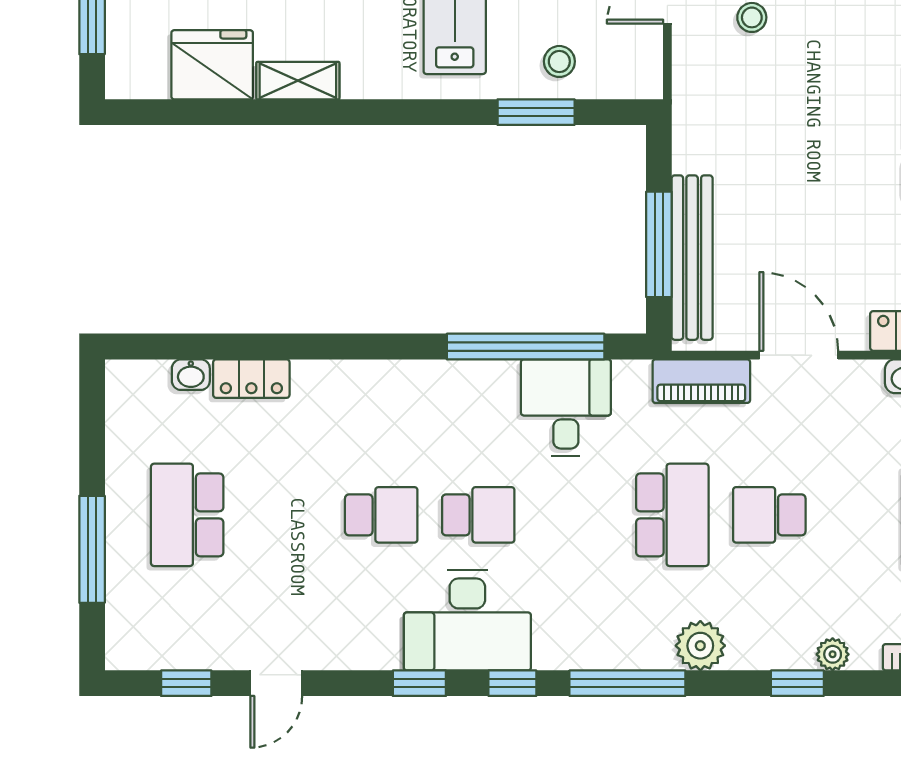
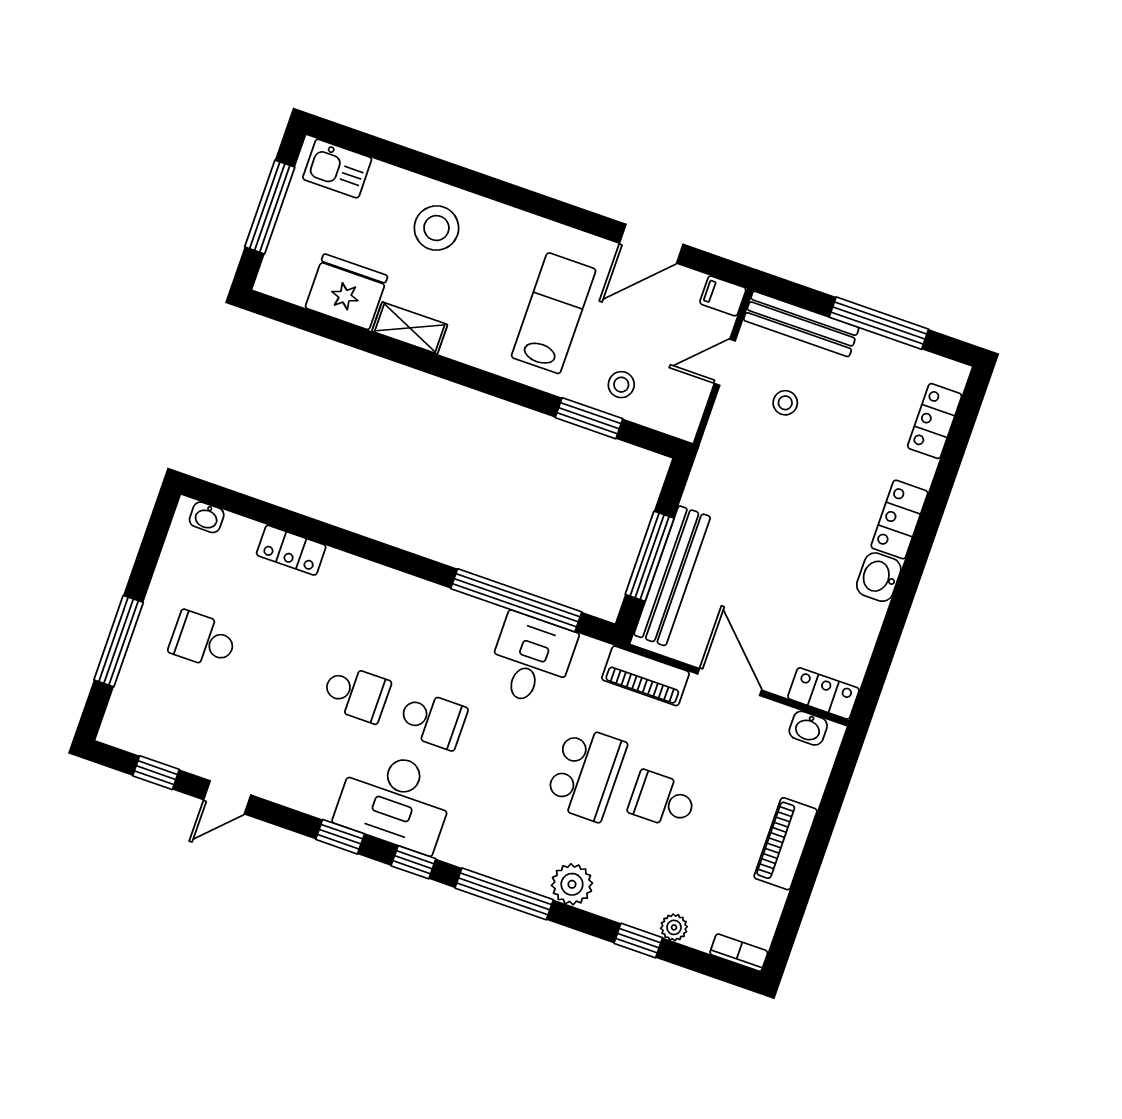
washbasin: (191, 375) -> (207, 517), moved
school desk: (187, 515) -> (203, 640), width x0.54

